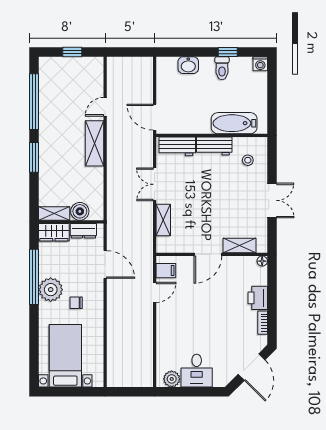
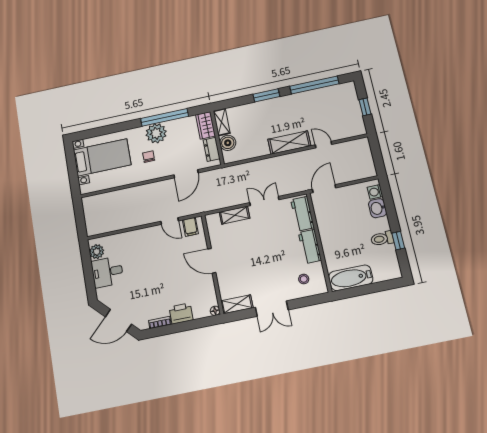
washing machine: (260, 64) -> (375, 192), moved
bathtub: (234, 123) -> (351, 278), moved, turned -90
shelving: (239, 245) -> (237, 304), moved, turned 90

